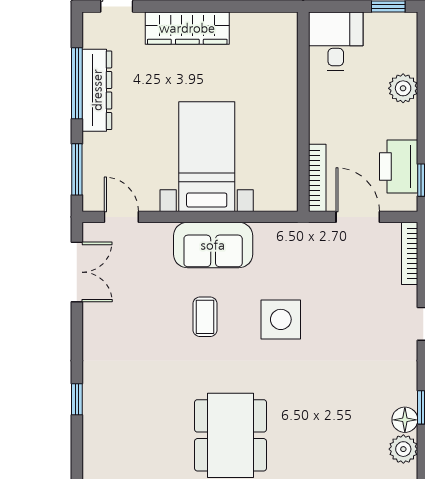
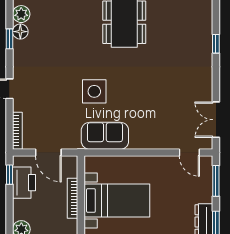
bed with nightstands: (207, 157) -> (117, 201), moved, turned -90
bookcase: (317, 178) -> (73, 198), moved
sofa: (213, 245) -> (105, 136), moved
coffee table: (205, 317) -> (139, 93), removed

